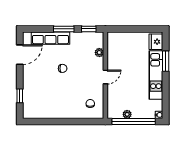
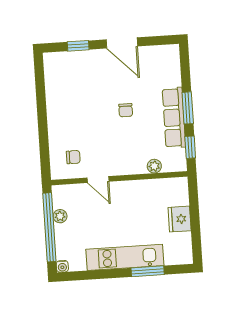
row of seats: (50, 38) -> (174, 118), moved
fridge: (156, 42) -> (180, 219), moved, turned -90
door: (20, 55) -> (122, 43), moved
door: (105, 77) -> (98, 180), moved

